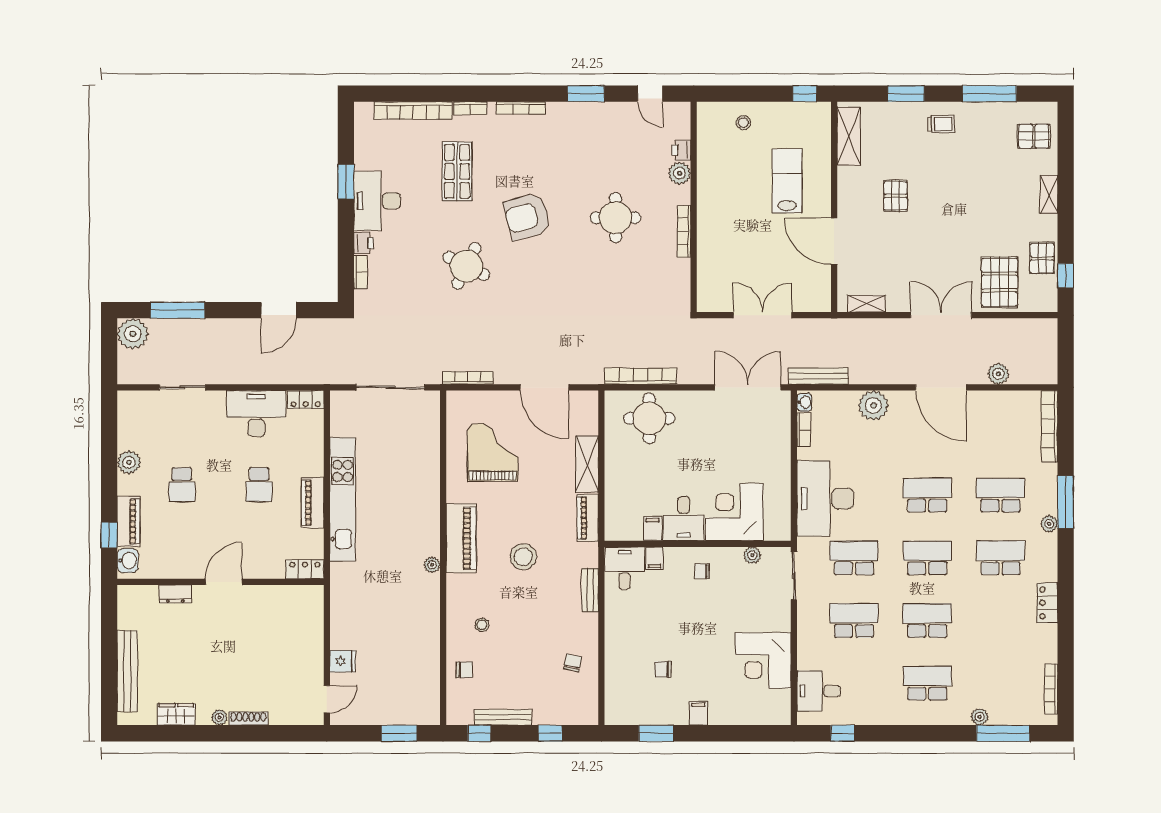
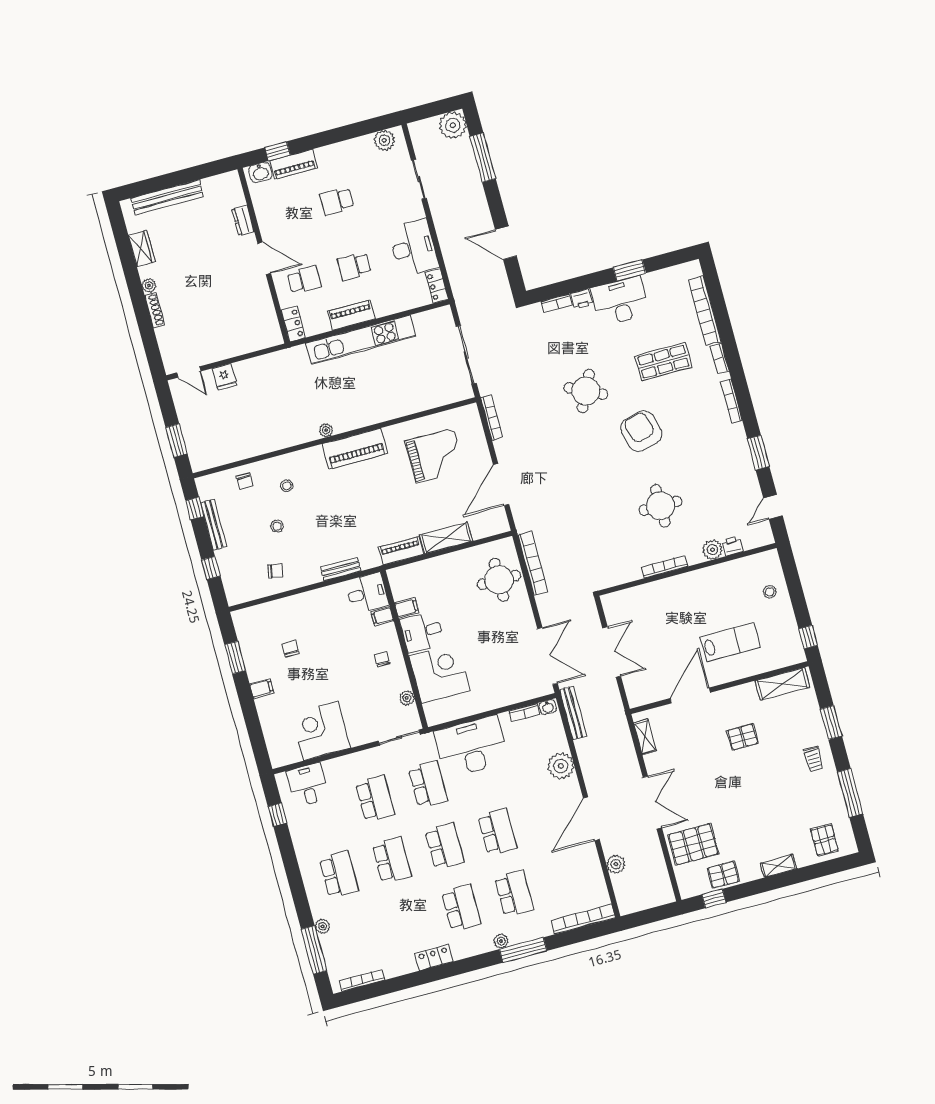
plant: (129, 462) -> (384, 140), moved
school desk: (259, 544) -> (304, 280), added
stool: (523, 557) -> (277, 526), moved, width x0.53, depth x0.53

